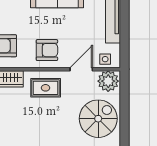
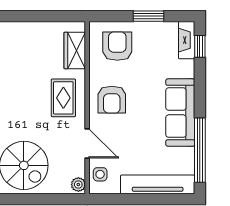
plant: (108, 81) -> (78, 185), width x0.53, depth x0.53

